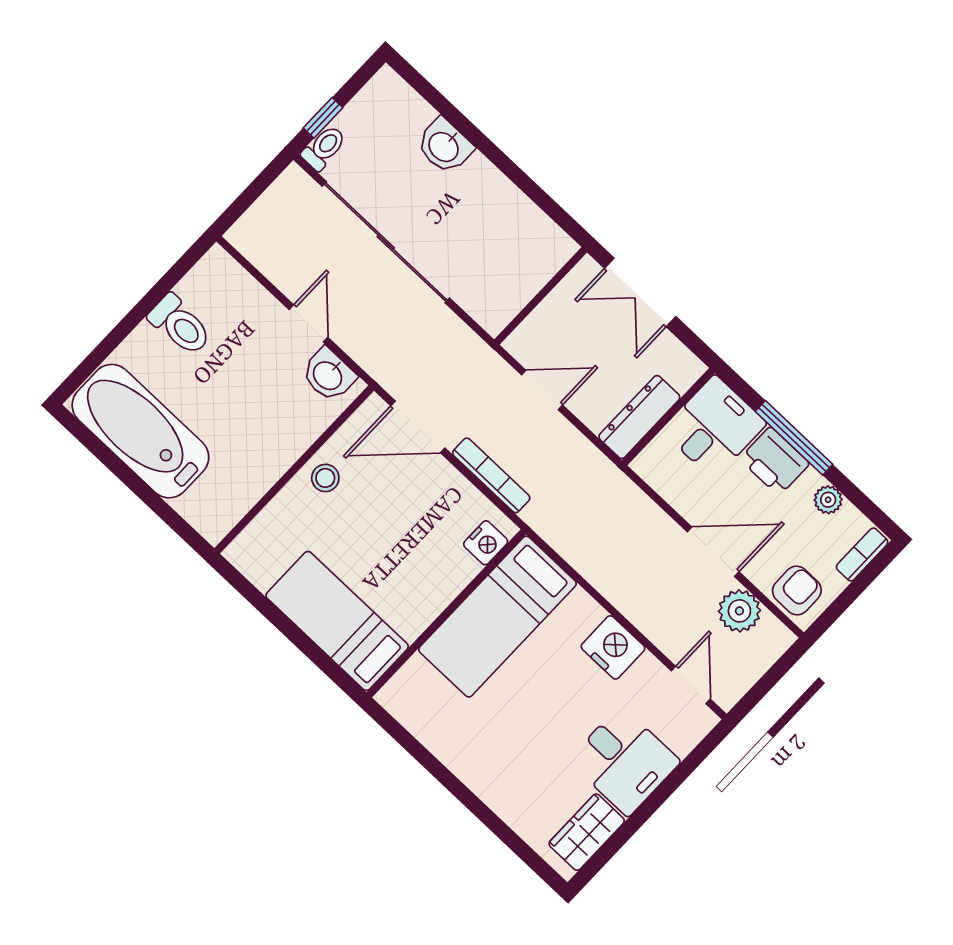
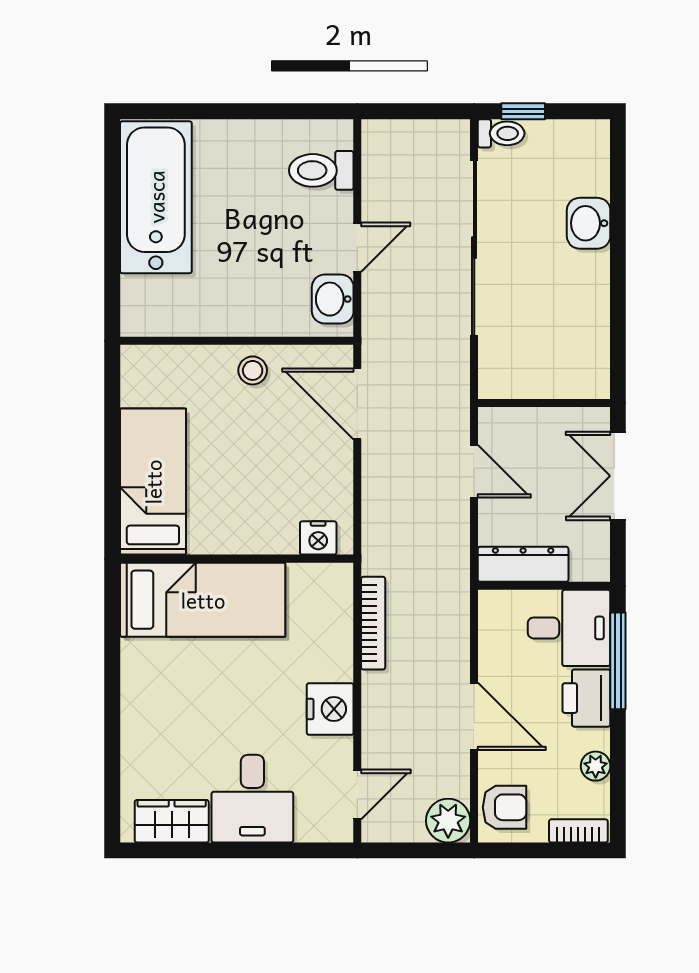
toilet: (180, 325) -> (321, 170), moved, turned 90
window: (794, 438) -> (618, 661), moved
bookcase: (491, 475) -> (373, 623), moved
plant: (739, 611) -> (448, 821), moved
bed: (497, 617) -> (203, 600), moved, turned 180

